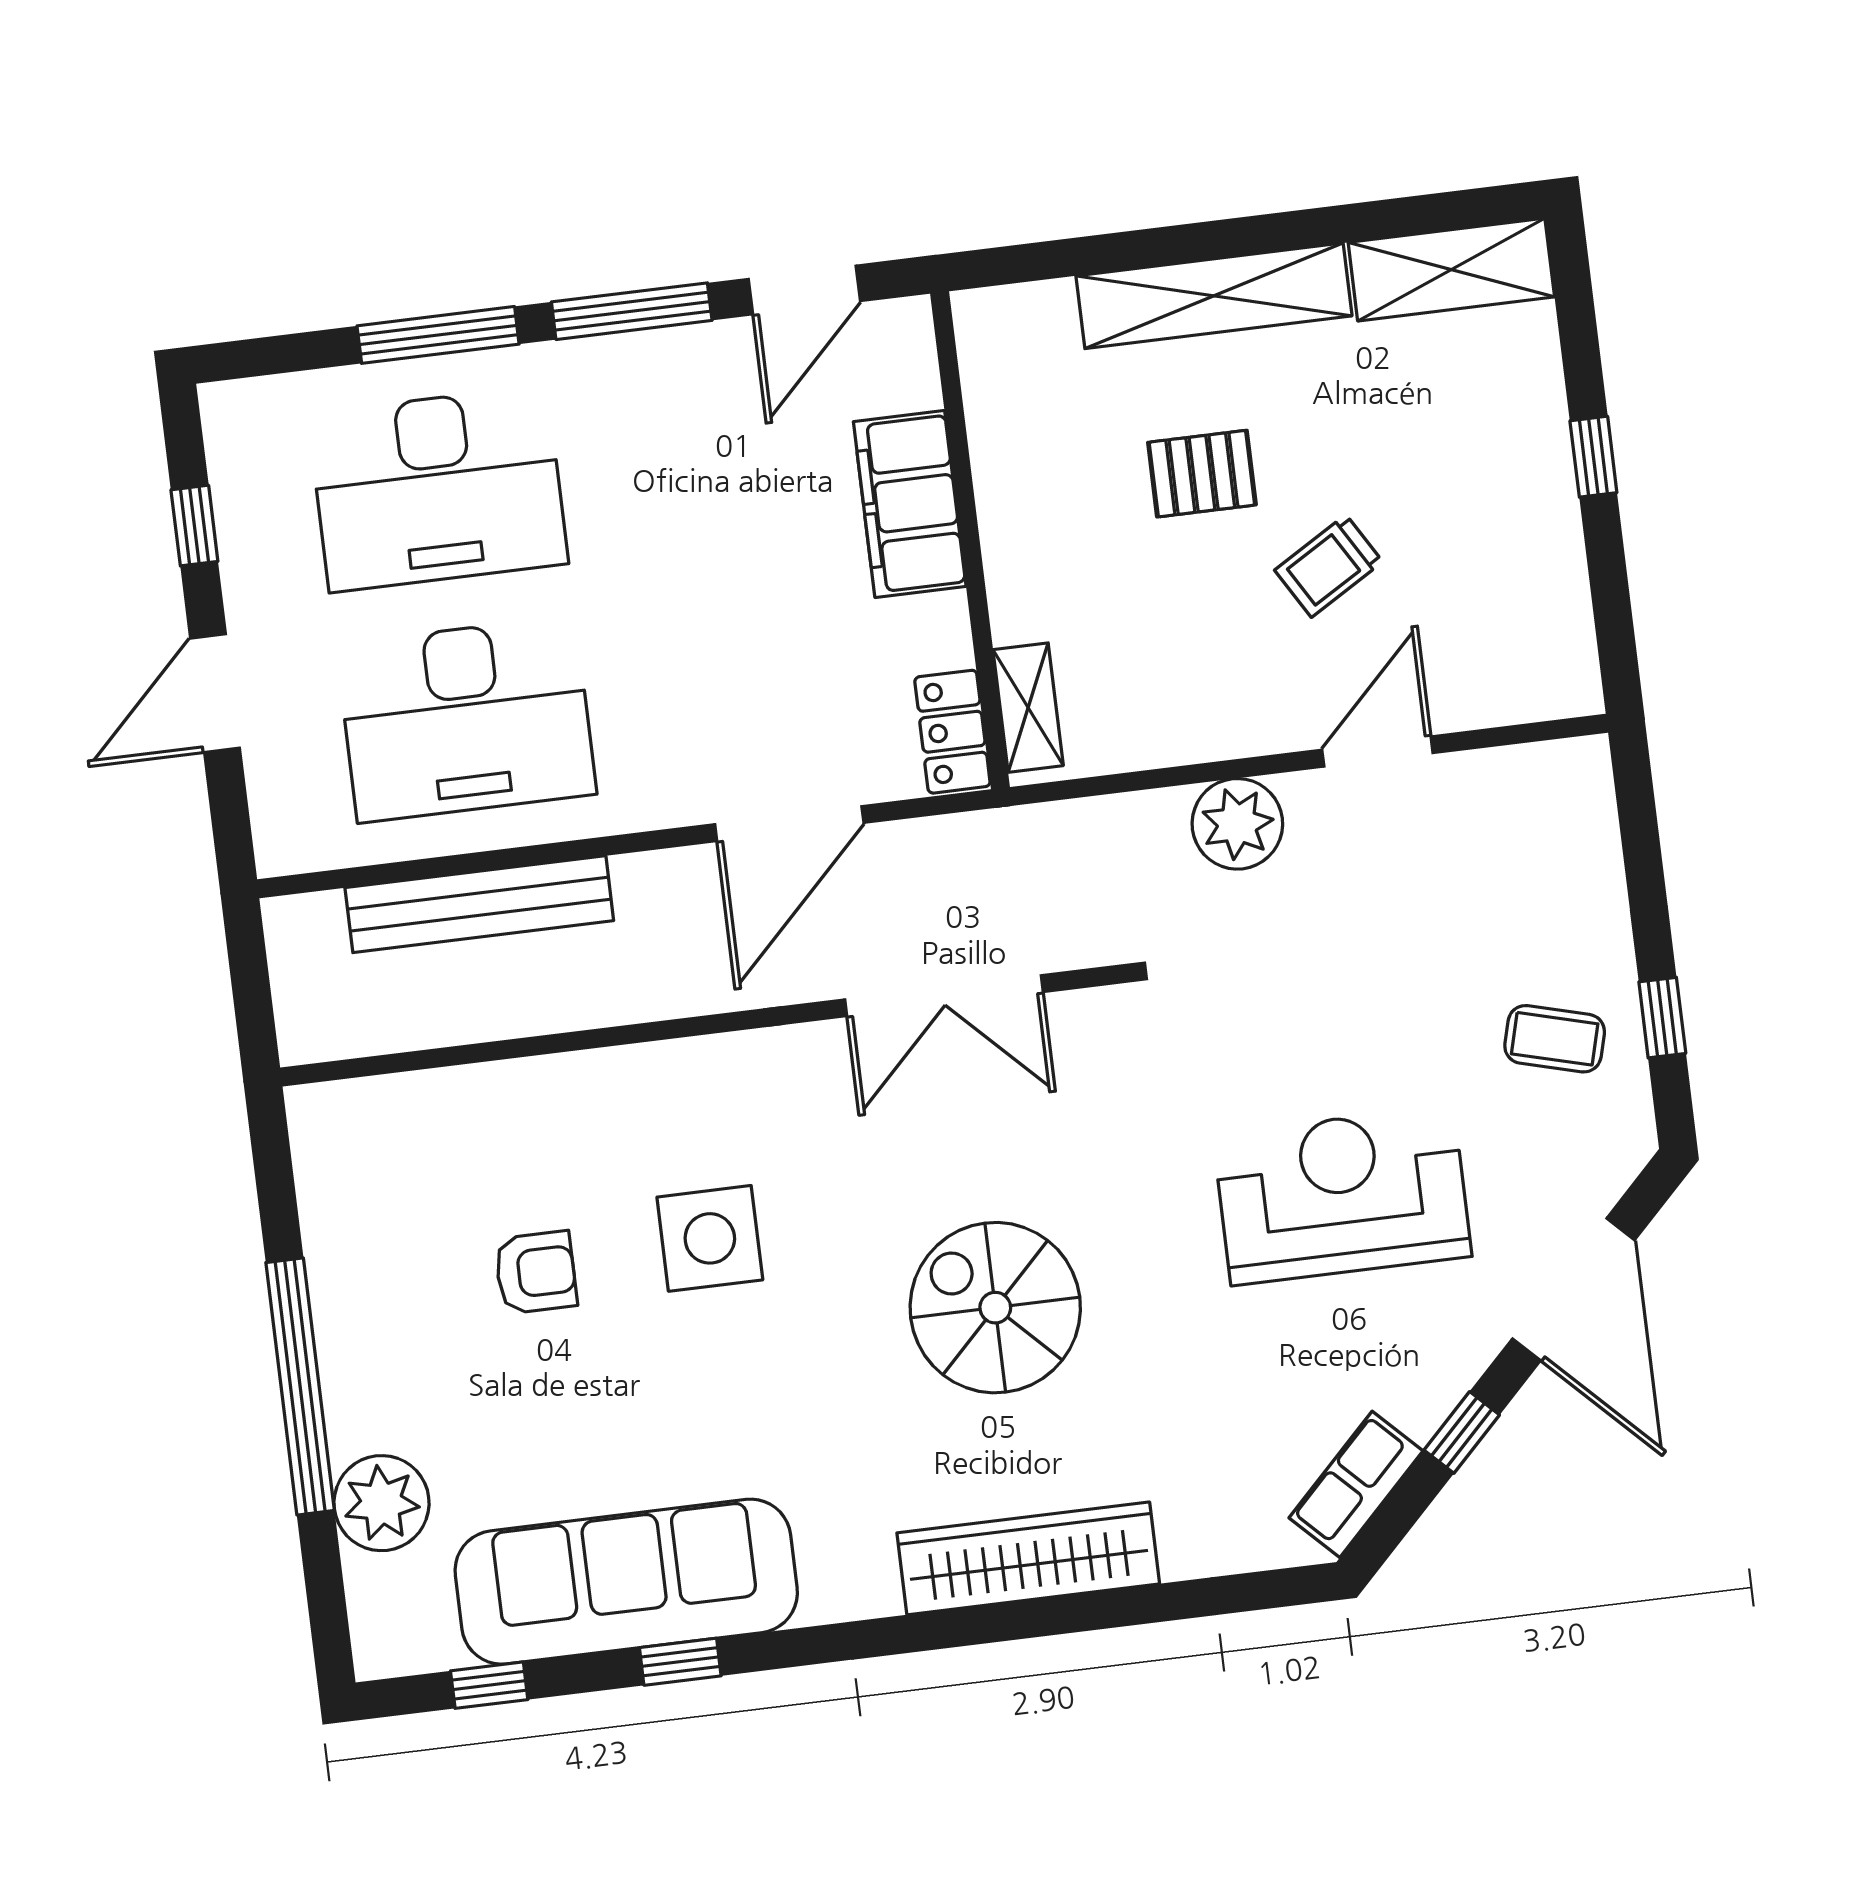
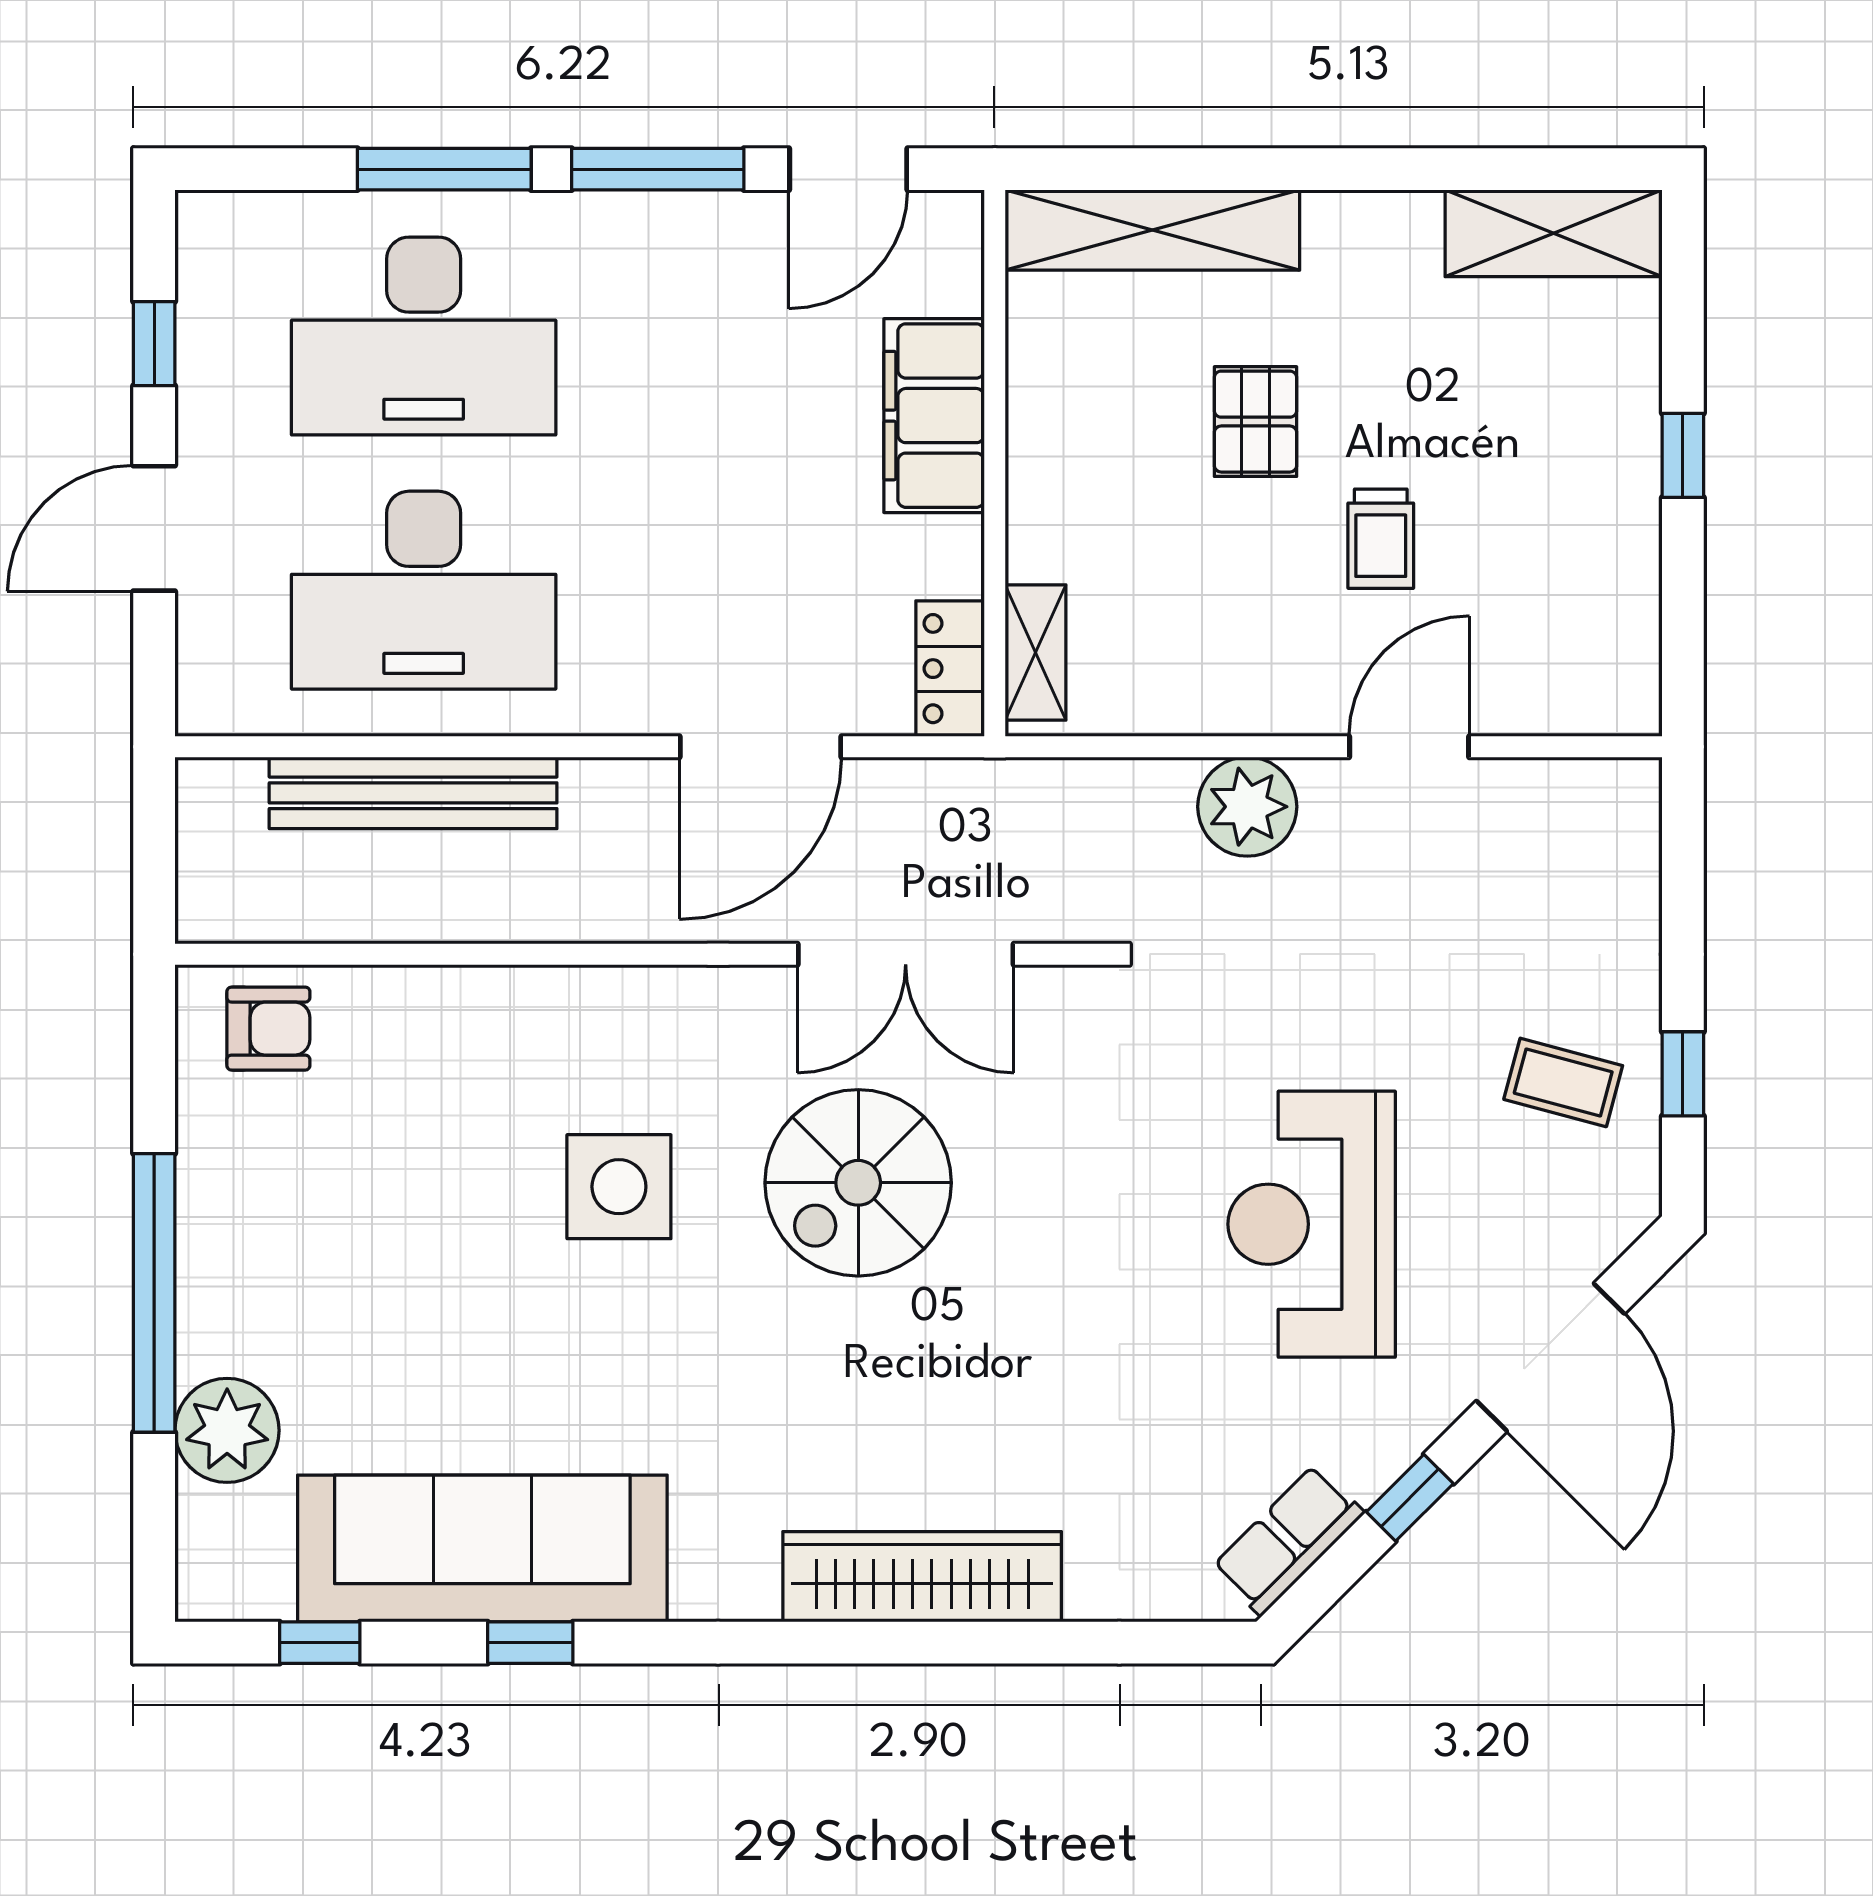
shelving: (1214, 296) -> (1152, 230), moved
pallet: (1202, 474) -> (1256, 422), turned 90
trolley: (1329, 566) -> (1381, 539), turned -59
reception desk: (1342, 1195) -> (1312, 1224), turned -90
armchair: (536, 1272) -> (268, 1029), moved
spiral stairs: (995, 1308) -> (858, 1183), moved, turned -90

